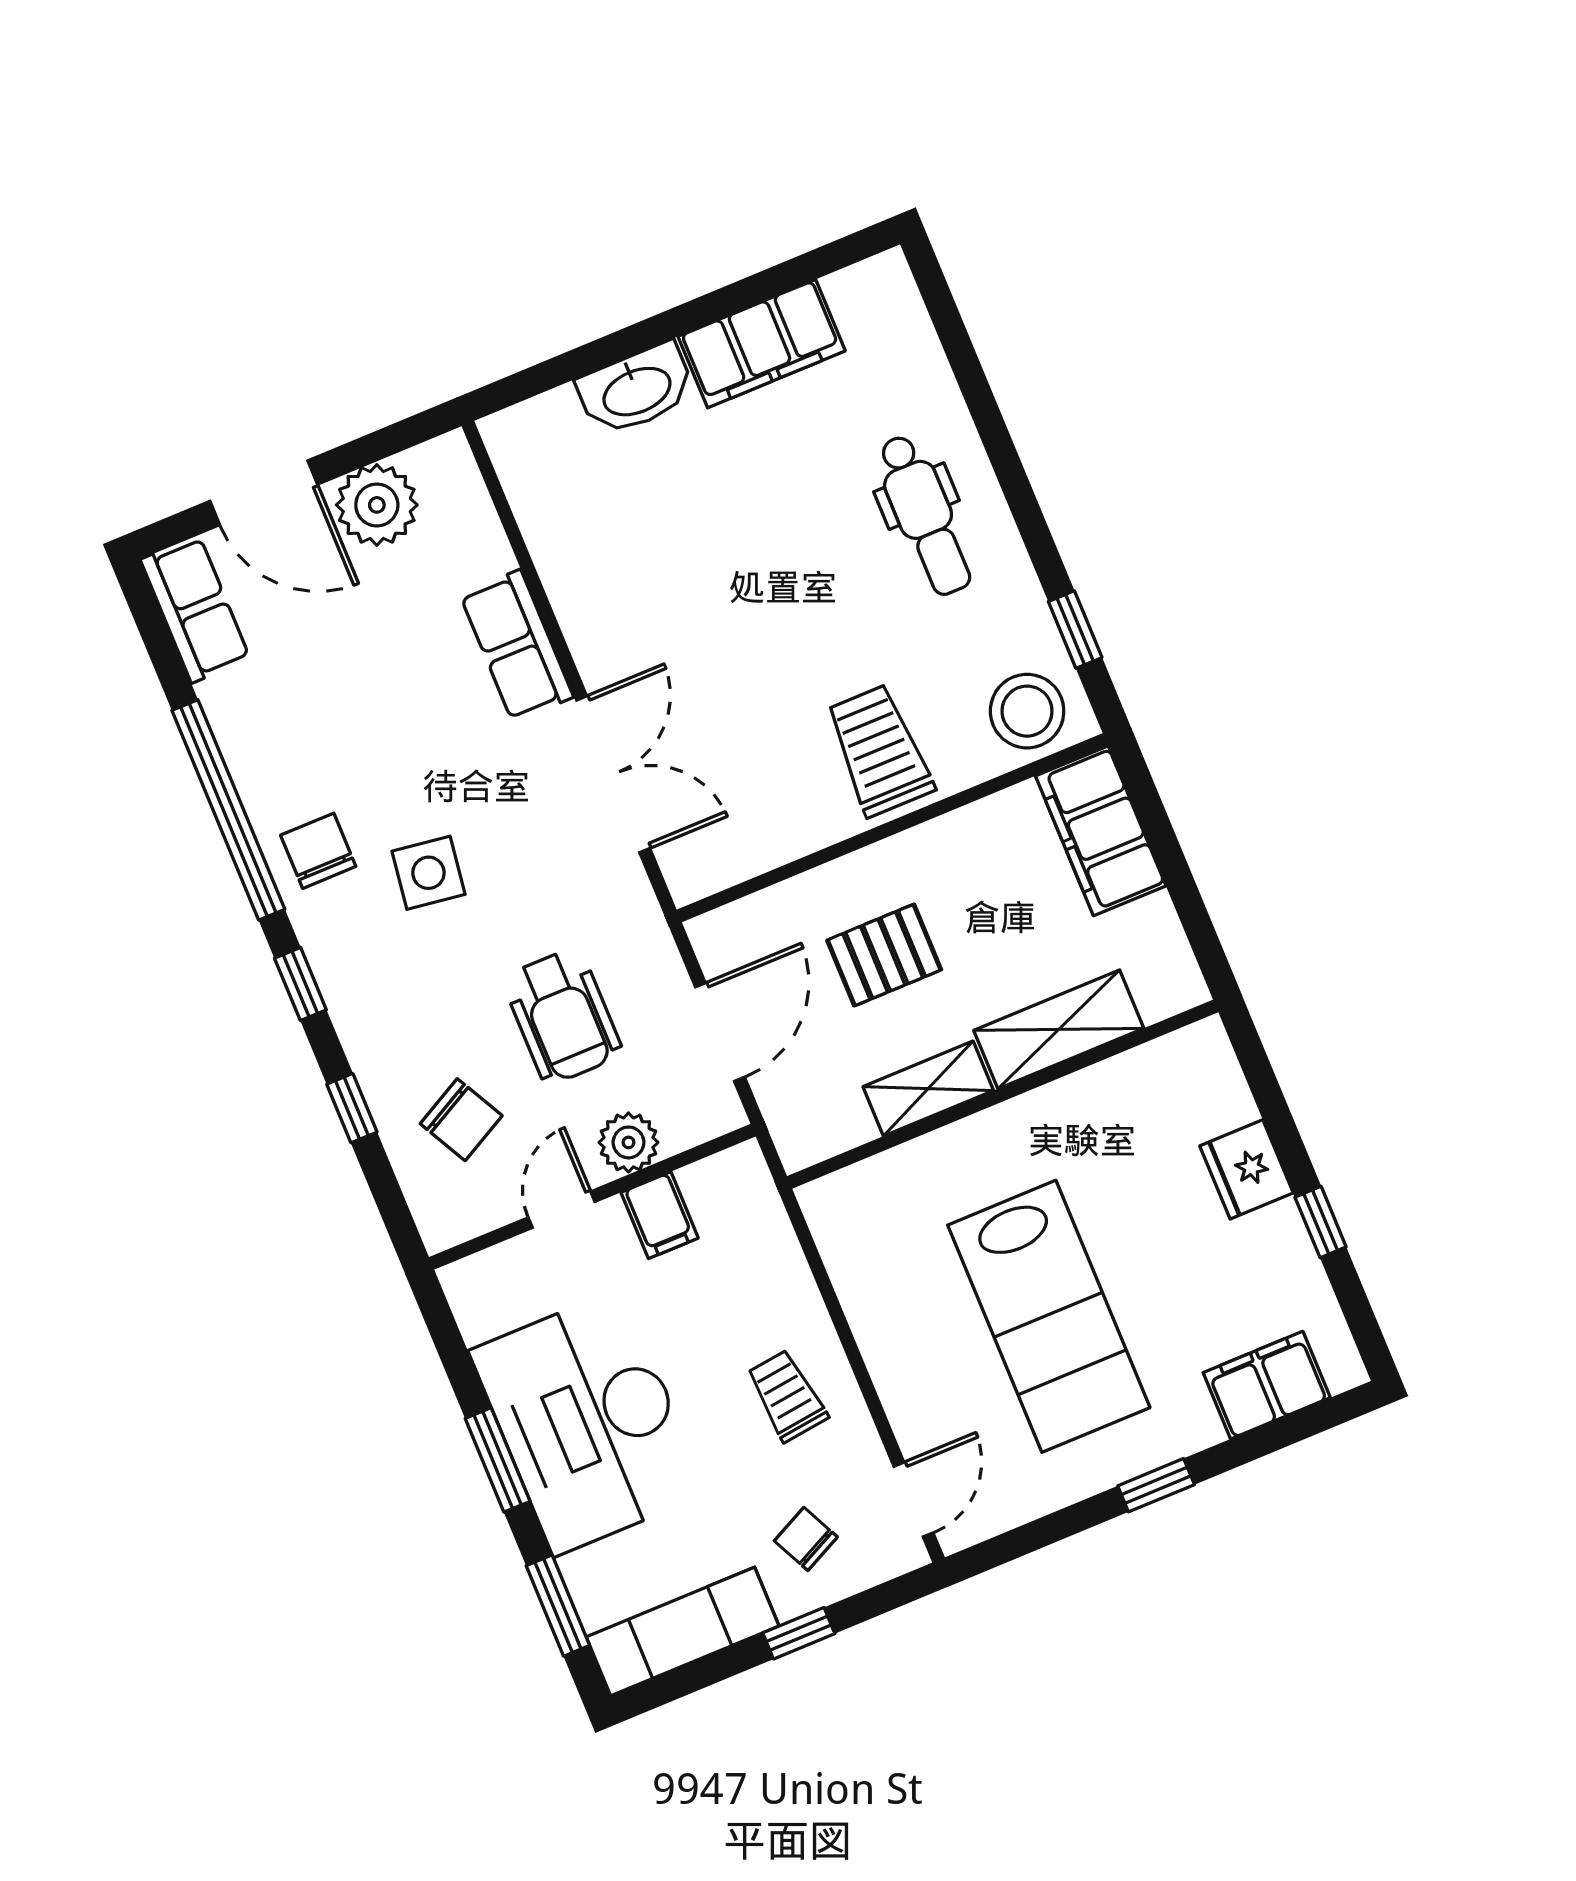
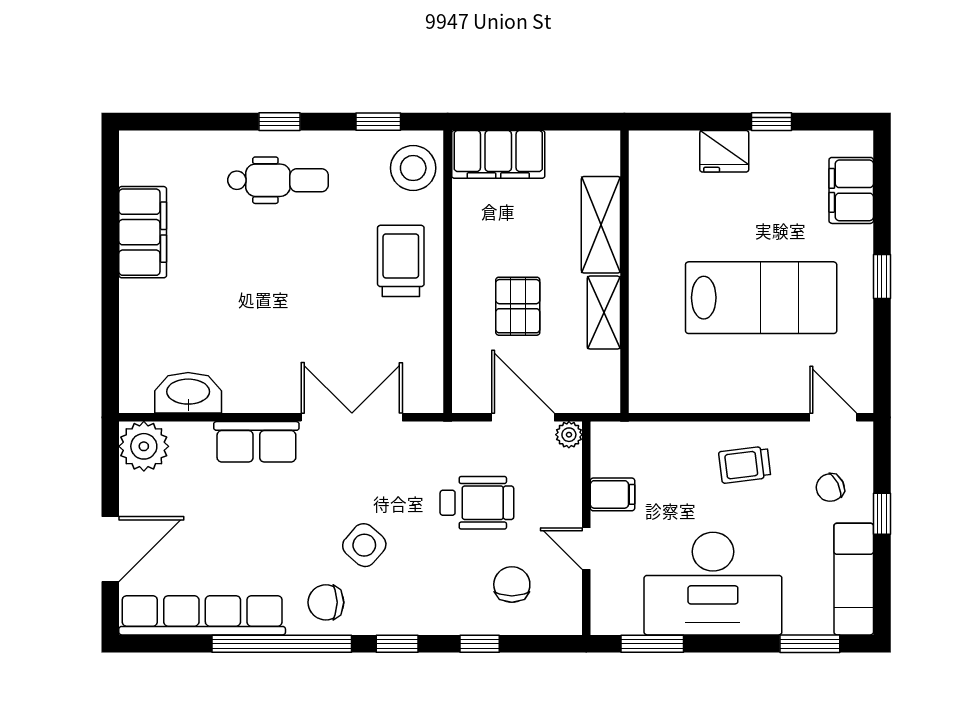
washbasin: (636, 390) -> (188, 393), moved, turned -90
window: (1014, 481) -> (280, 122), added
plant: (377, 505) -> (144, 446), moved
row of seats: (195, 609) -> (202, 615), width x2.02
trolley: (879, 750) -> (401, 261), turned 90
side table: (428, 873) -> (364, 545), turned 33
chair: (461, 1120) -> (512, 584), turned -62
plant: (628, 1142) -> (569, 435), moved, width x0.73, depth x0.73
window: (498, 1460) -> (652, 644), moved

